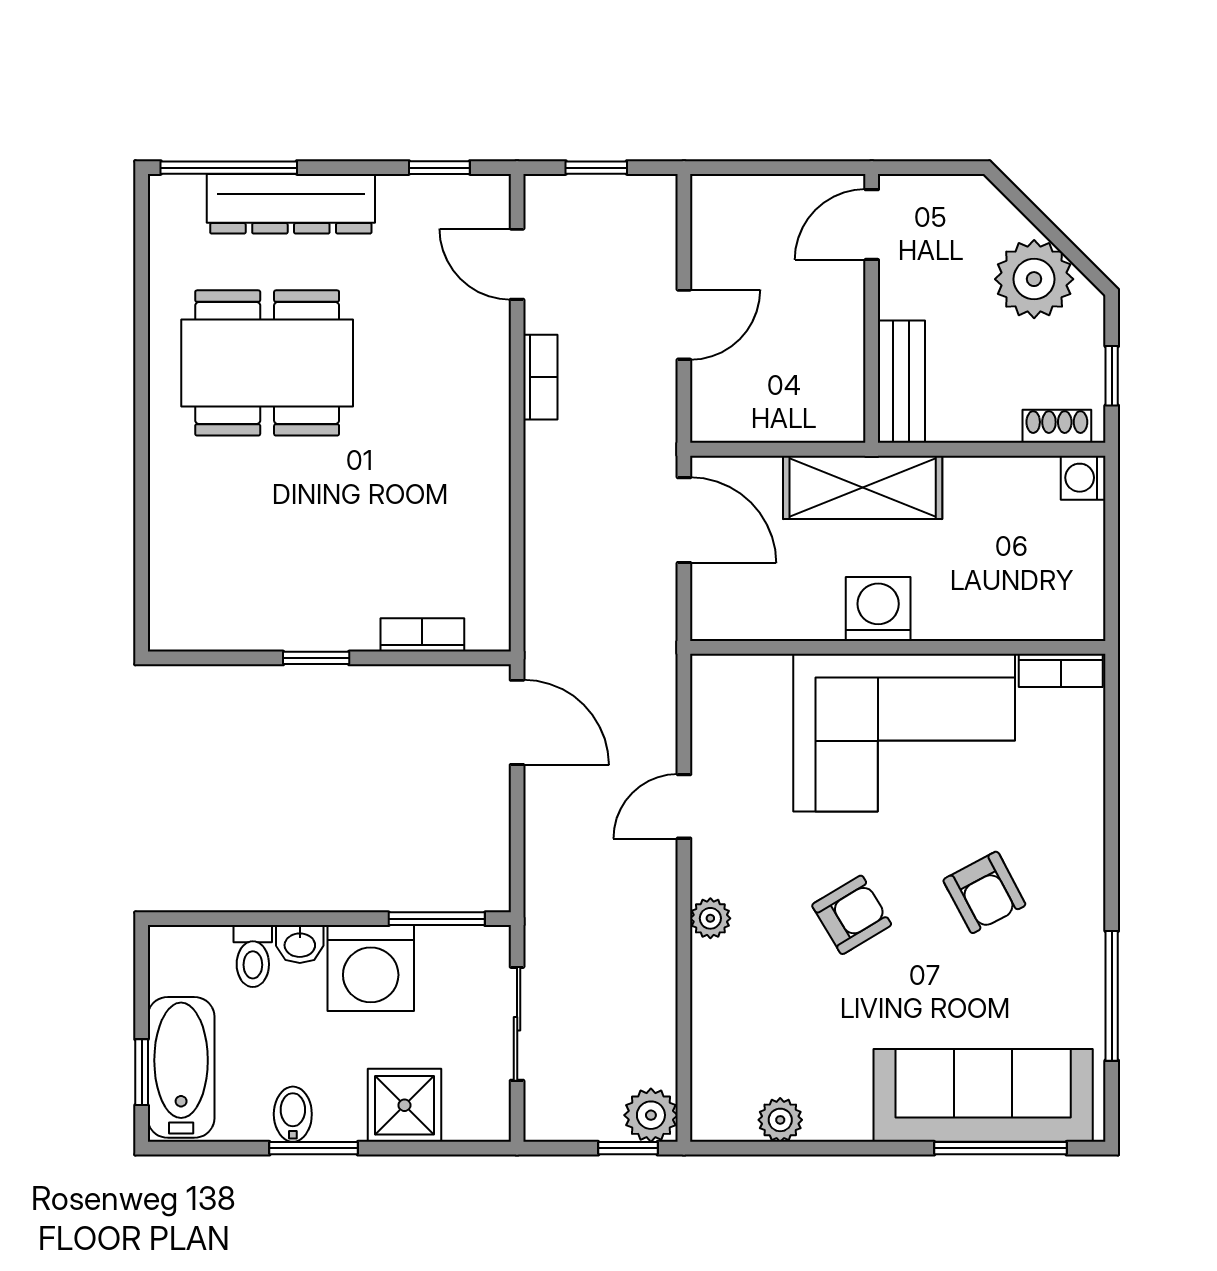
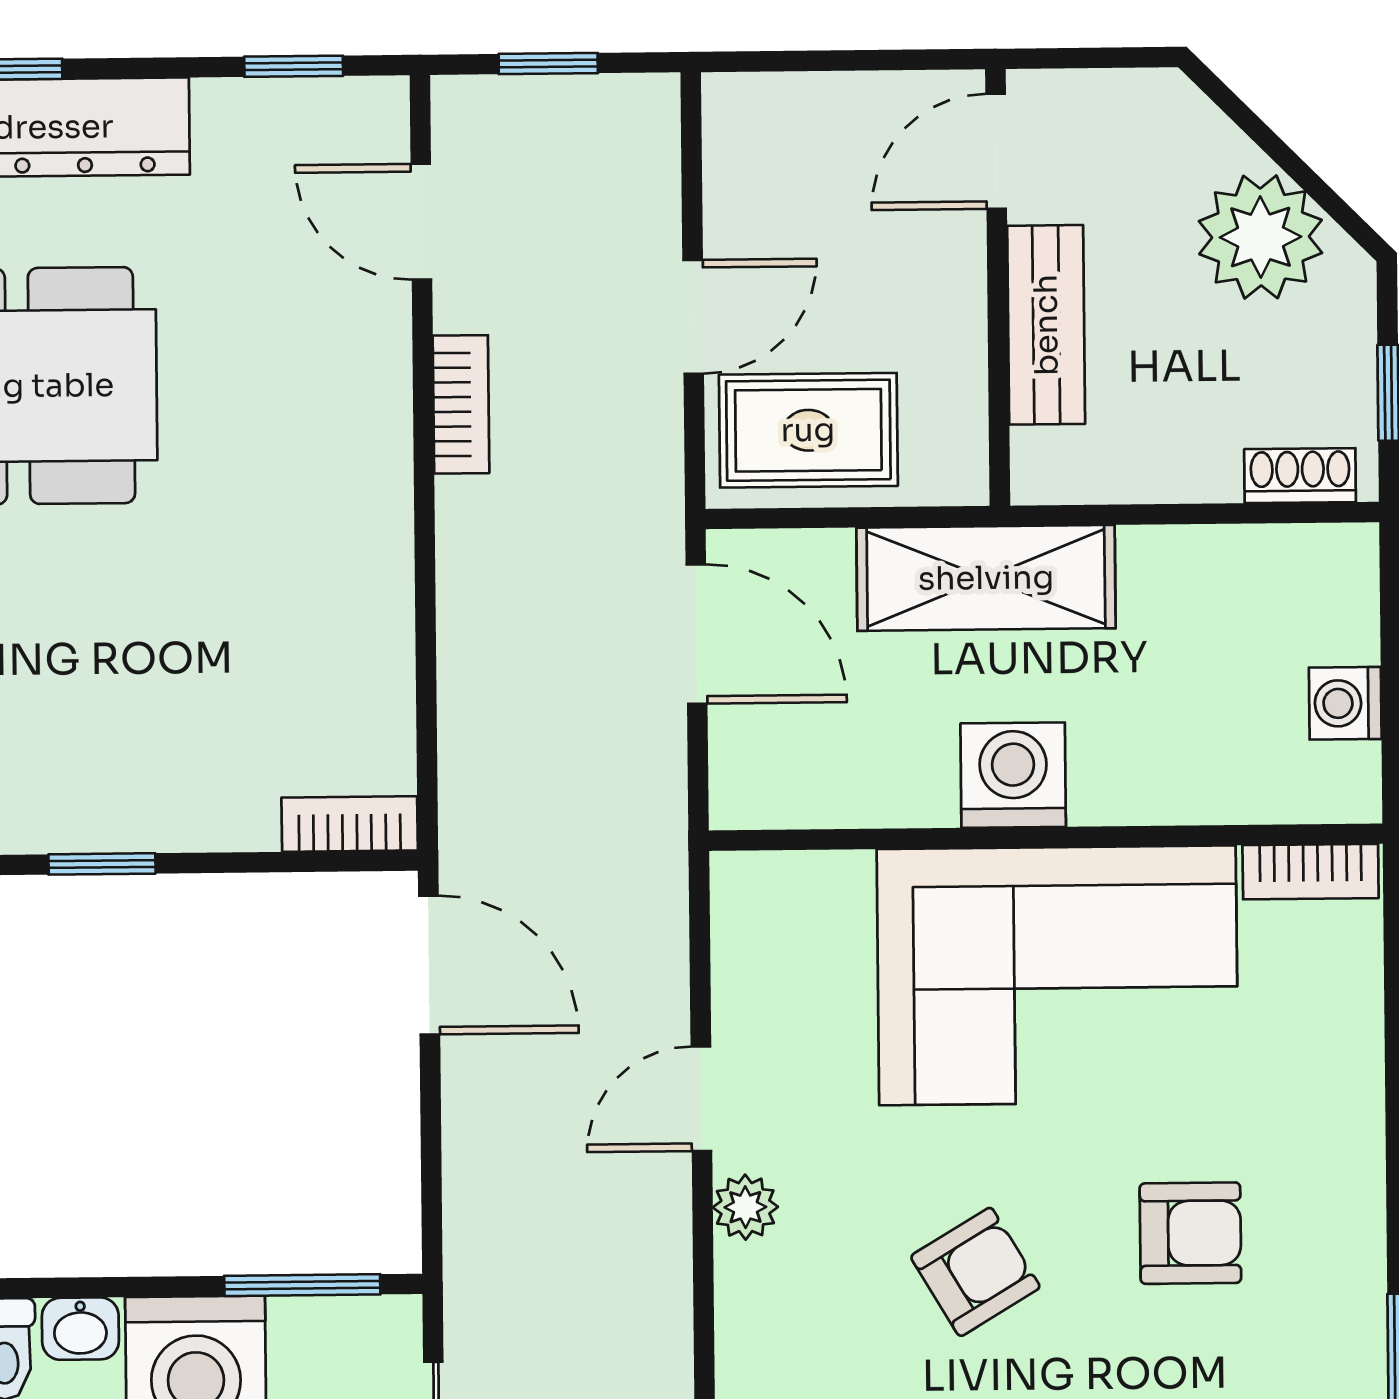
bench: (901, 382) -> (1046, 325), moved
rug: (754, 395) -> (808, 430), added
washing machine: (1083, 478) -> (1345, 703), moved
bookcase: (422, 635) -> (350, 824), moved
armchair: (984, 892) -> (1190, 1233), turned -62
plant: (710, 918) -> (745, 1207), moved

